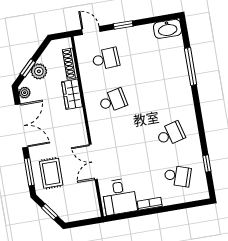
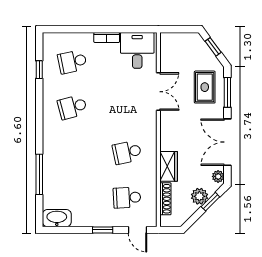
school desk: (178, 176) -> (72, 62), turned -30

